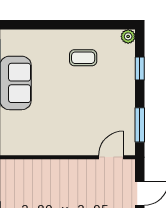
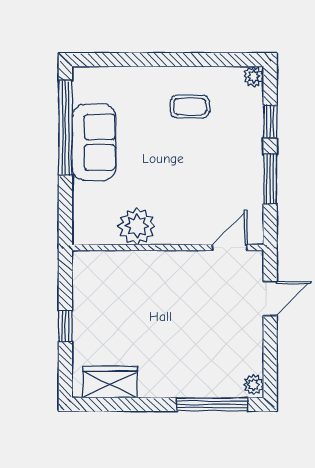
window: (140, 125) -> (270, 179), moved
plant: (46, 142) -> (137, 226), added

